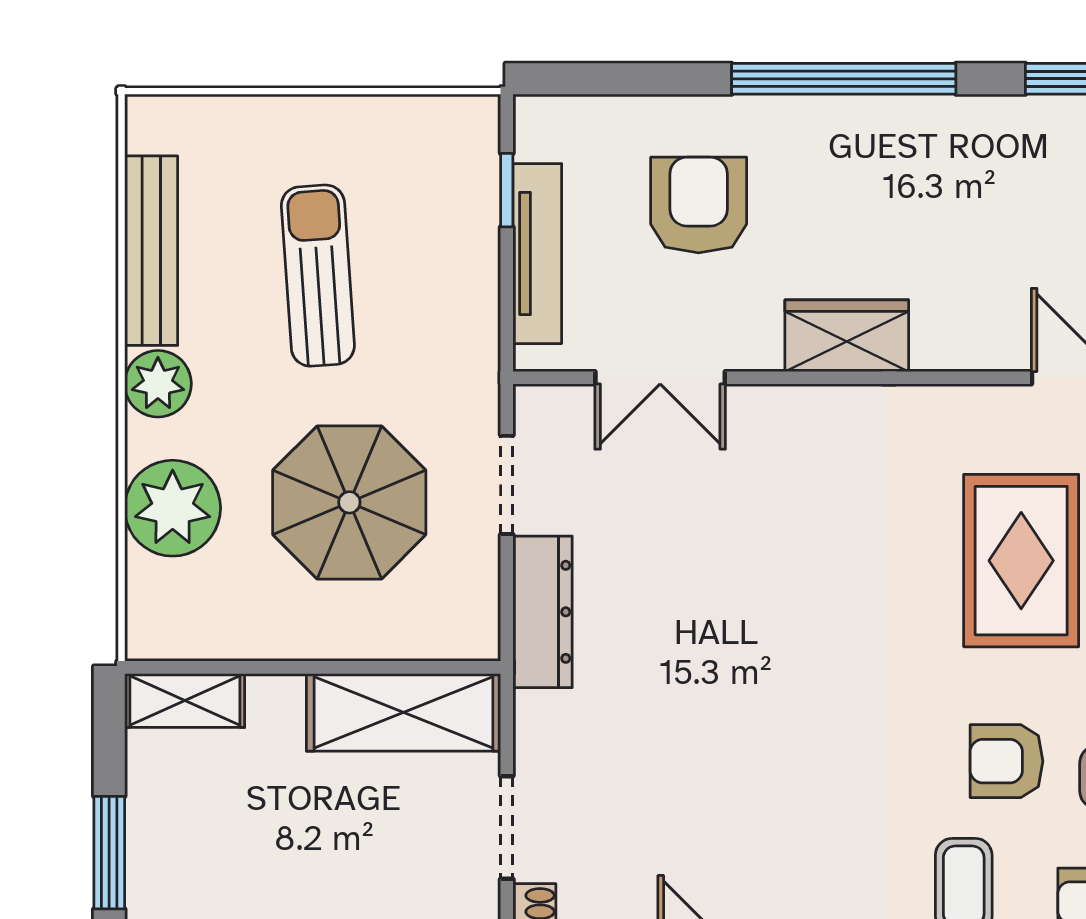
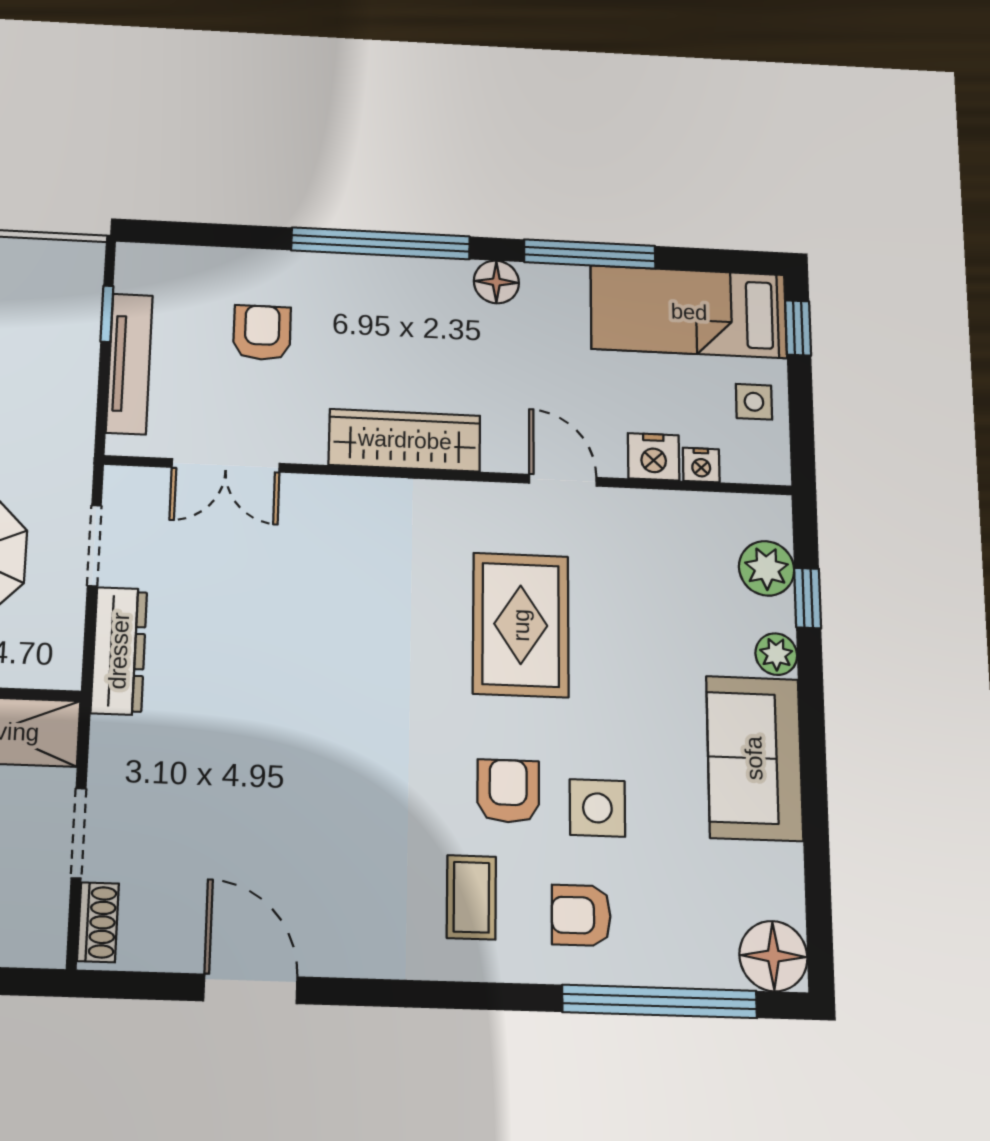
floor lamp: (990, 123) -> (496, 282), added
armchair: (699, 205) -> (262, 333), width x0.72, depth x0.72
wardrobe: (847, 336) -> (405, 440), width x1.50
armchair: (1006, 761) -> (508, 791), turned 90

